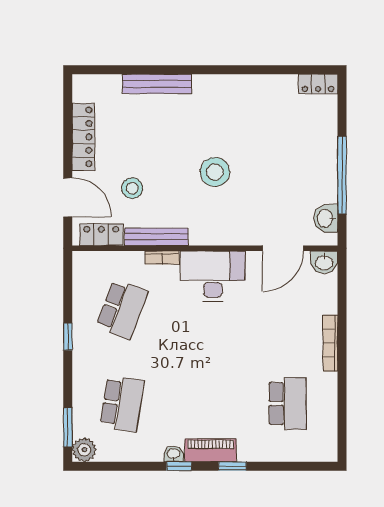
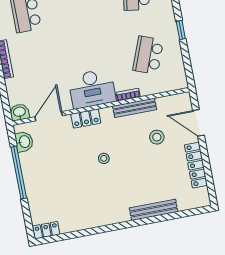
stool: (215, 172) -> (104, 158), width x0.53, depth x0.53
locker: (101, 235) -> (86, 119), moved

